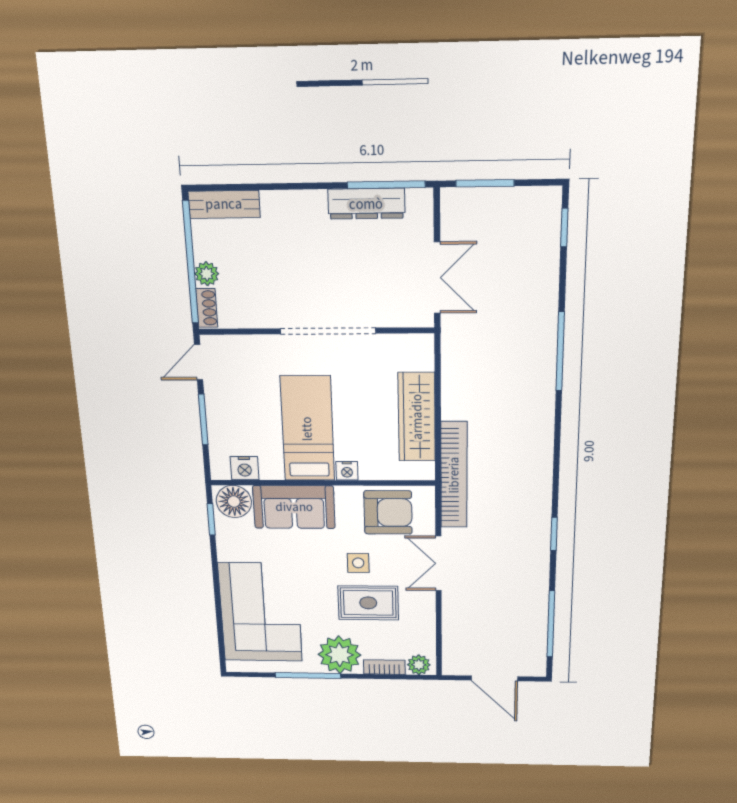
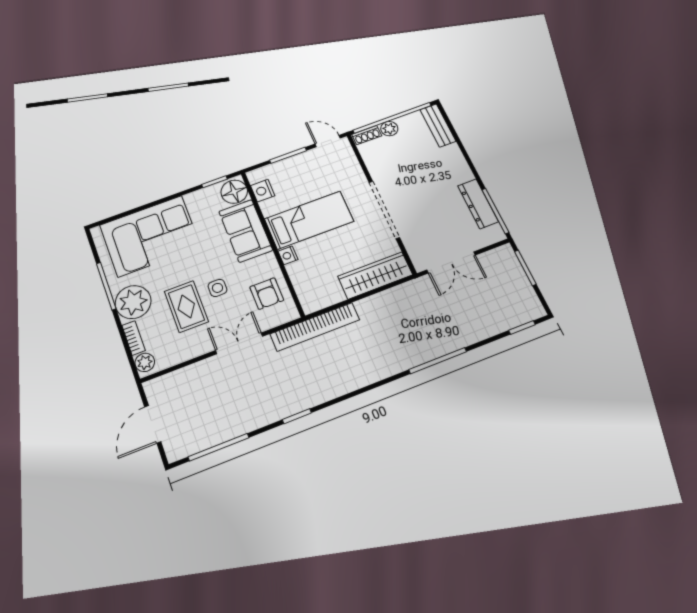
wardrobe: (417, 417) -> (375, 275), moved
armchair: (388, 512) -> (267, 294), width x0.72, depth x0.72

